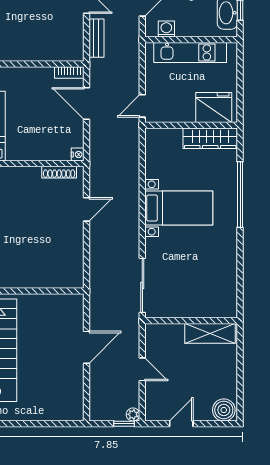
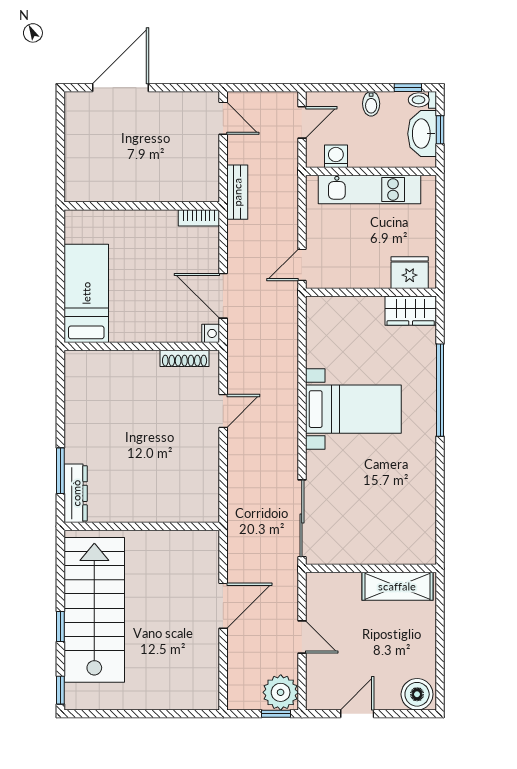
bench: (96, 38) -> (237, 192), moved
door: (86, 104) -> (223, 296), moved
fridge: (214, 108) -> (410, 273), width x0.73, depth x0.75
wardrobe: (210, 138) -> (411, 311), width x0.67
plant: (133, 414) -> (281, 692), width x1.87, depth x1.87

